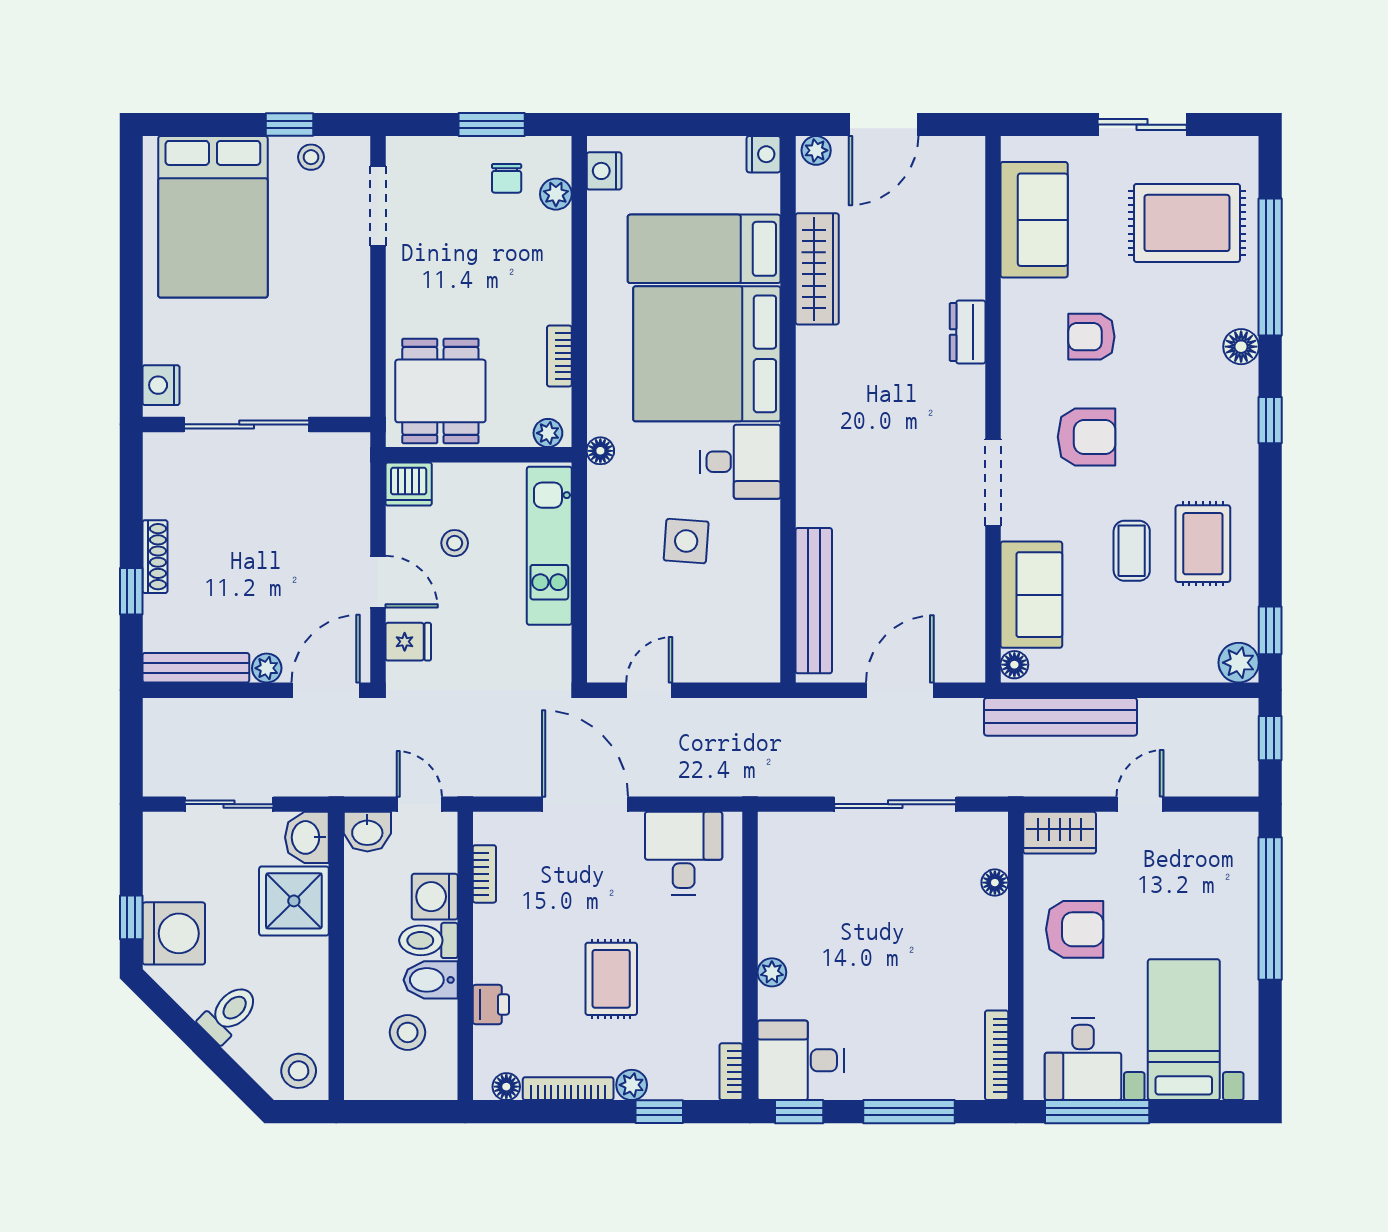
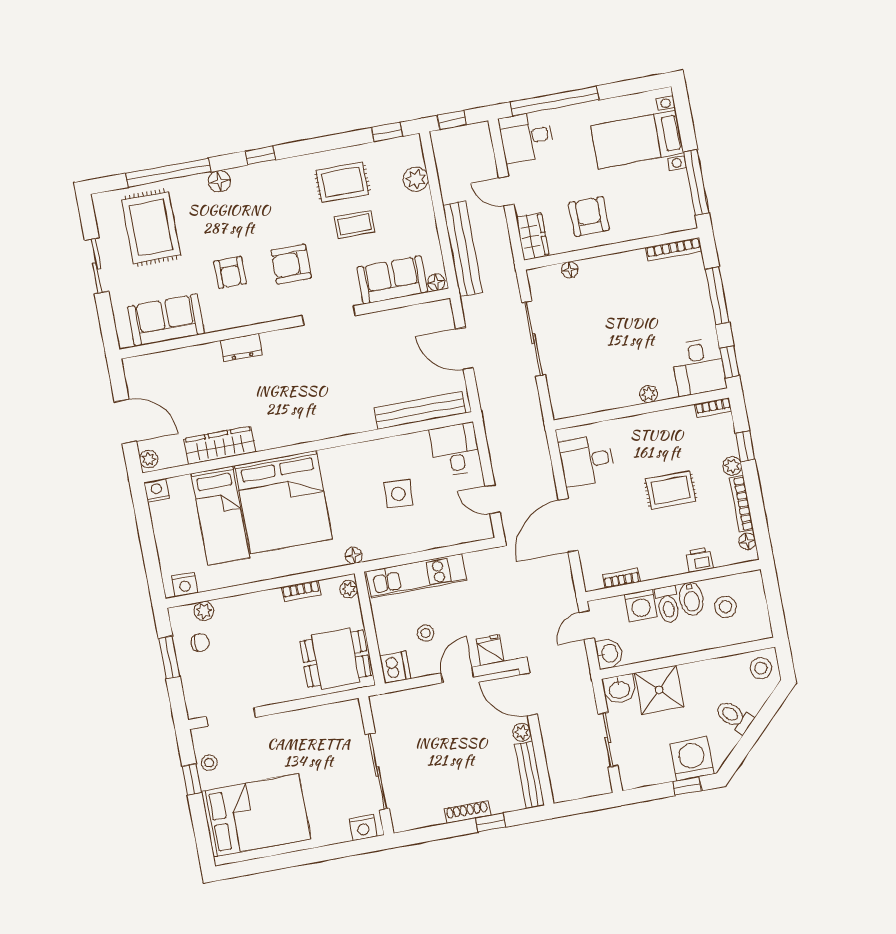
armchair: (1087, 437) -> (291, 264), turned -90
desk: (740, 462) -> (455, 450), moved
plant: (1239, 663) -> (416, 179), moved
desk: (1083, 1059) -> (527, 137), moved, turned 180

